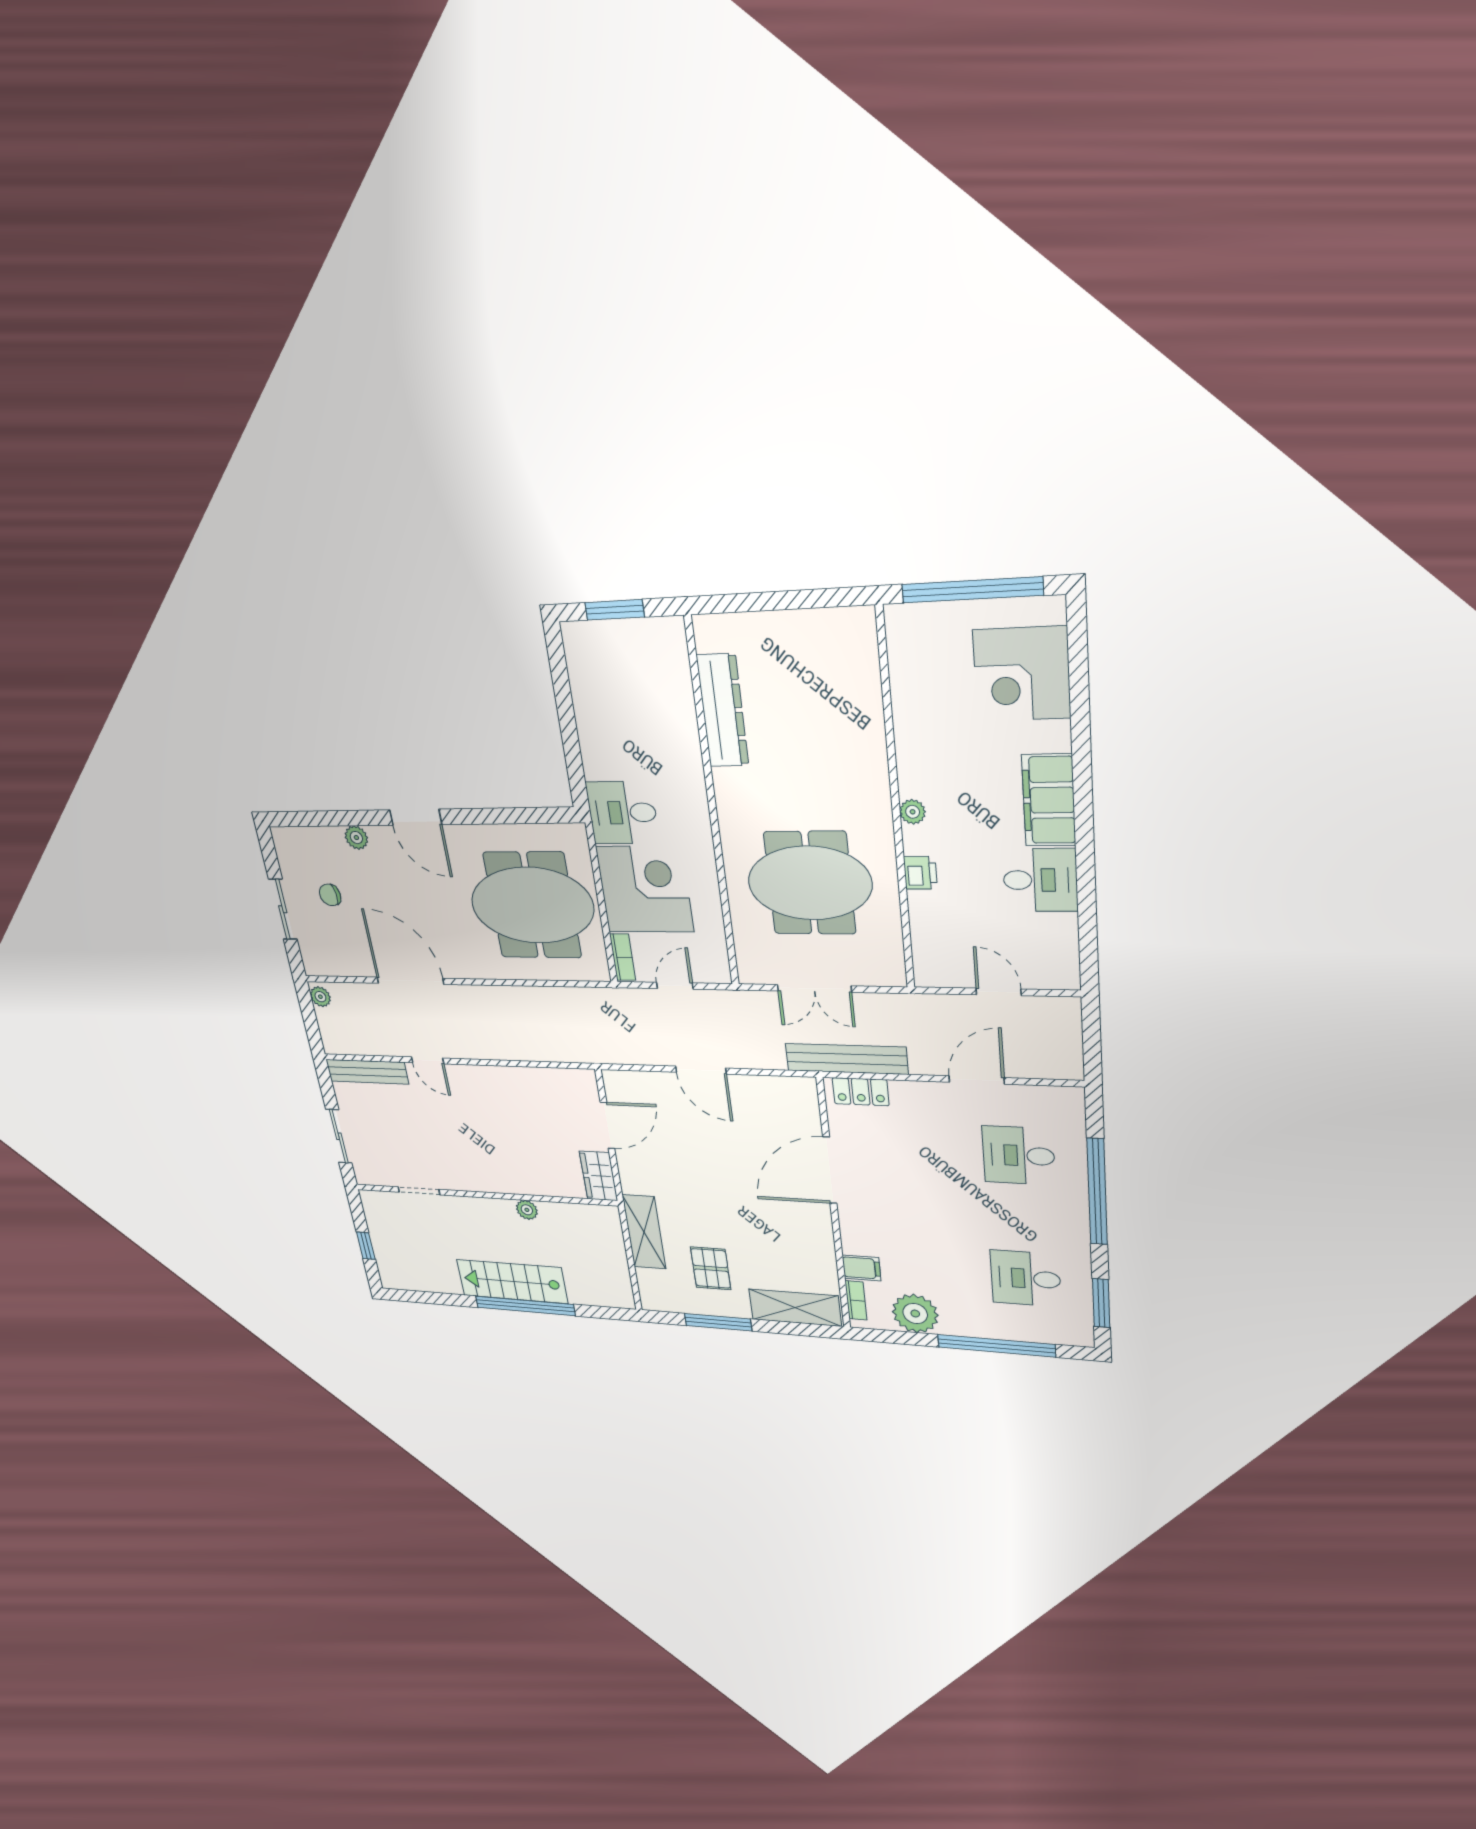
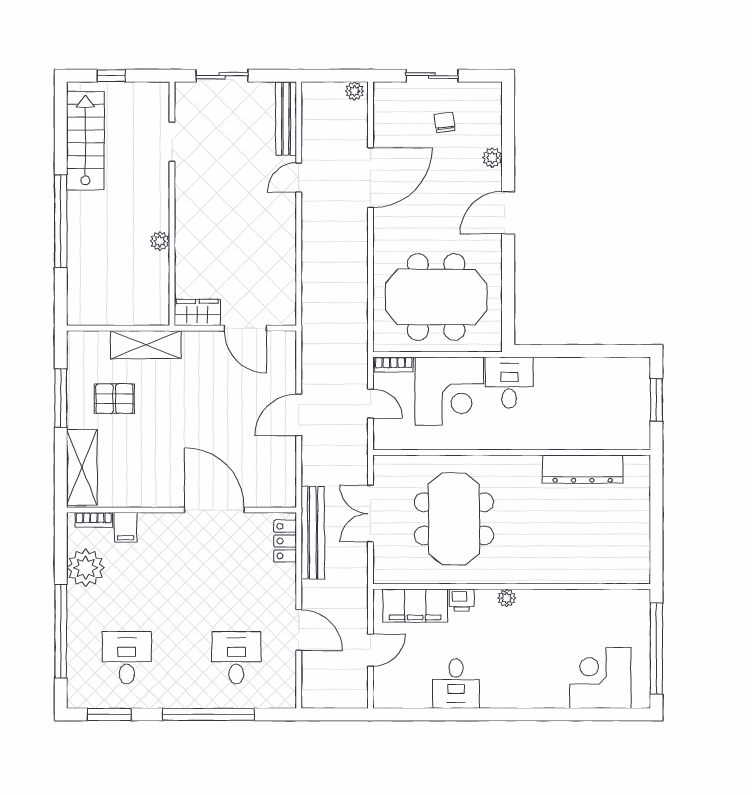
filing cabinet: (1049, 800) -> (415, 606), moved, turned 180
meeting table: (532, 905) -> (436, 297), turned 90
stairs: (512, 1281) -> (85, 141), moved

